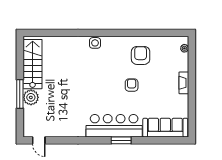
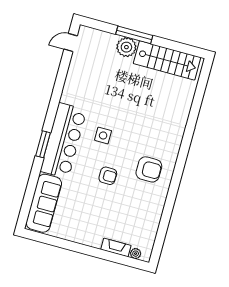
side table: (95, 43) -> (103, 135), moved
armchair: (141, 55) -> (149, 169), moved
fireplace: (184, 83) -> (116, 247), moved

